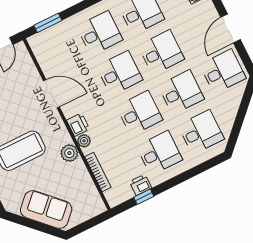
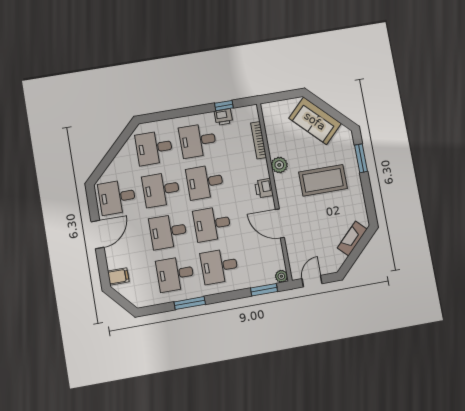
plant: (84, 141) -> (281, 276), moved

